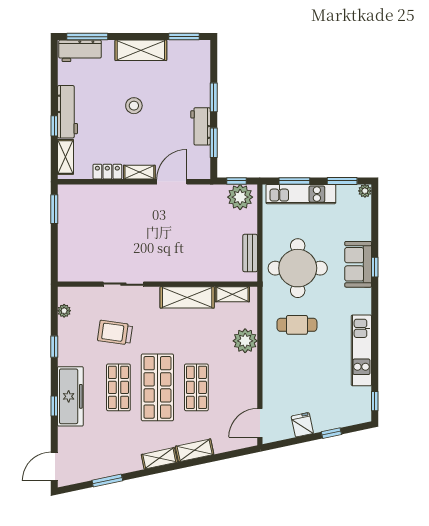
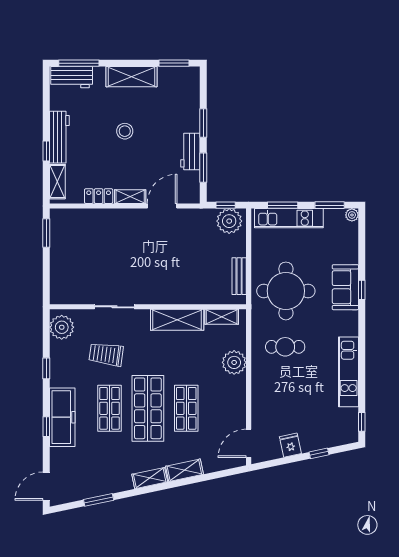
plant: (64, 311) -> (62, 327), width x1.87, depth x1.87

